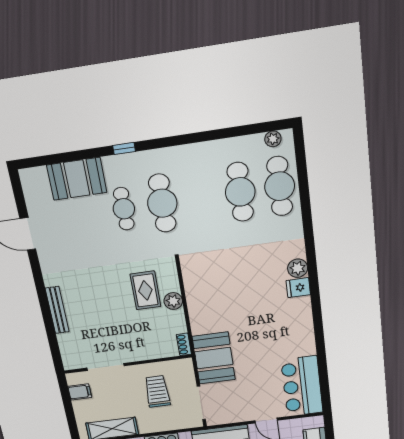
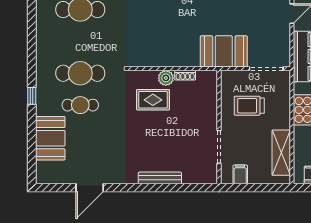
shoe rack: (184, 344) -> (185, 75), moved

